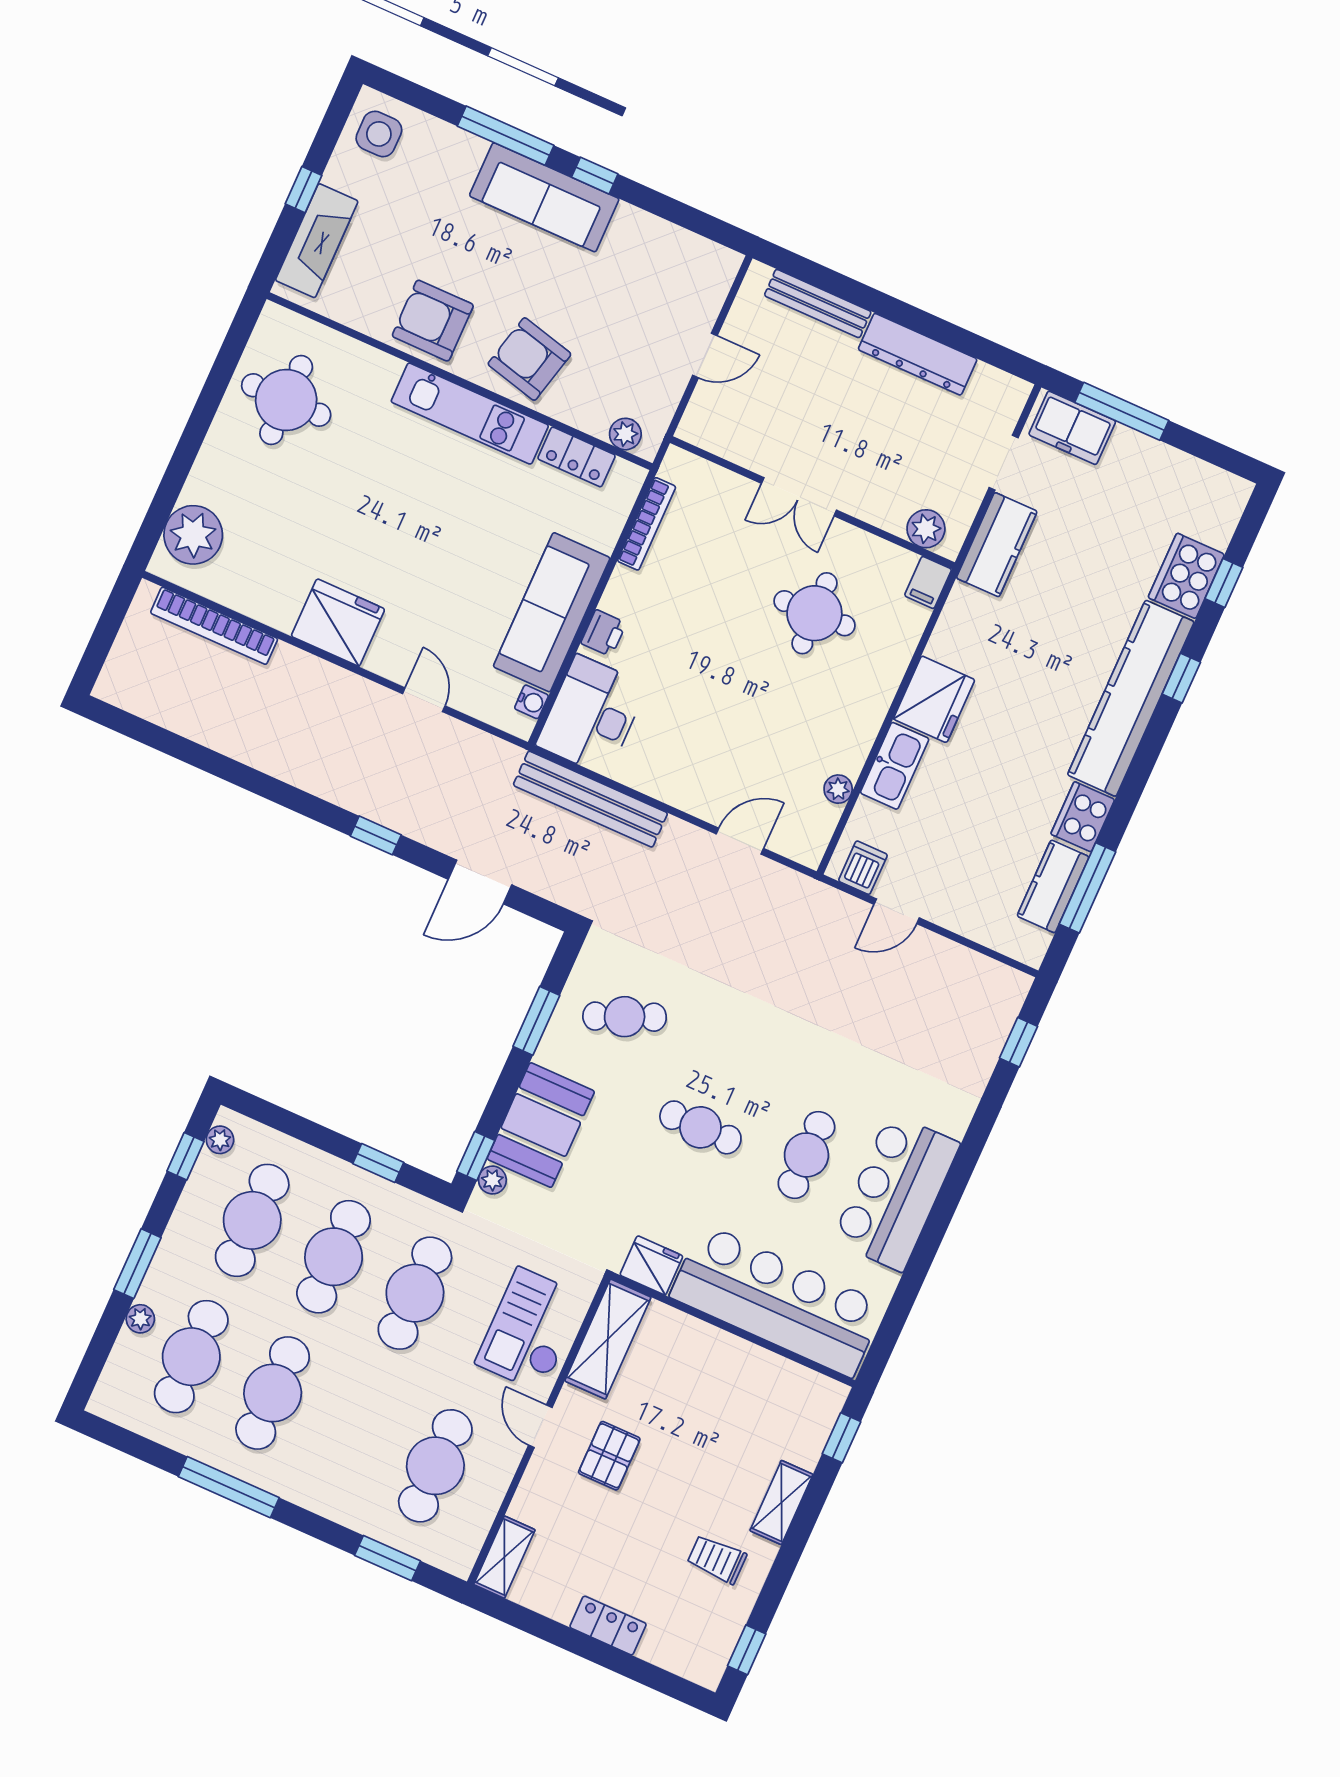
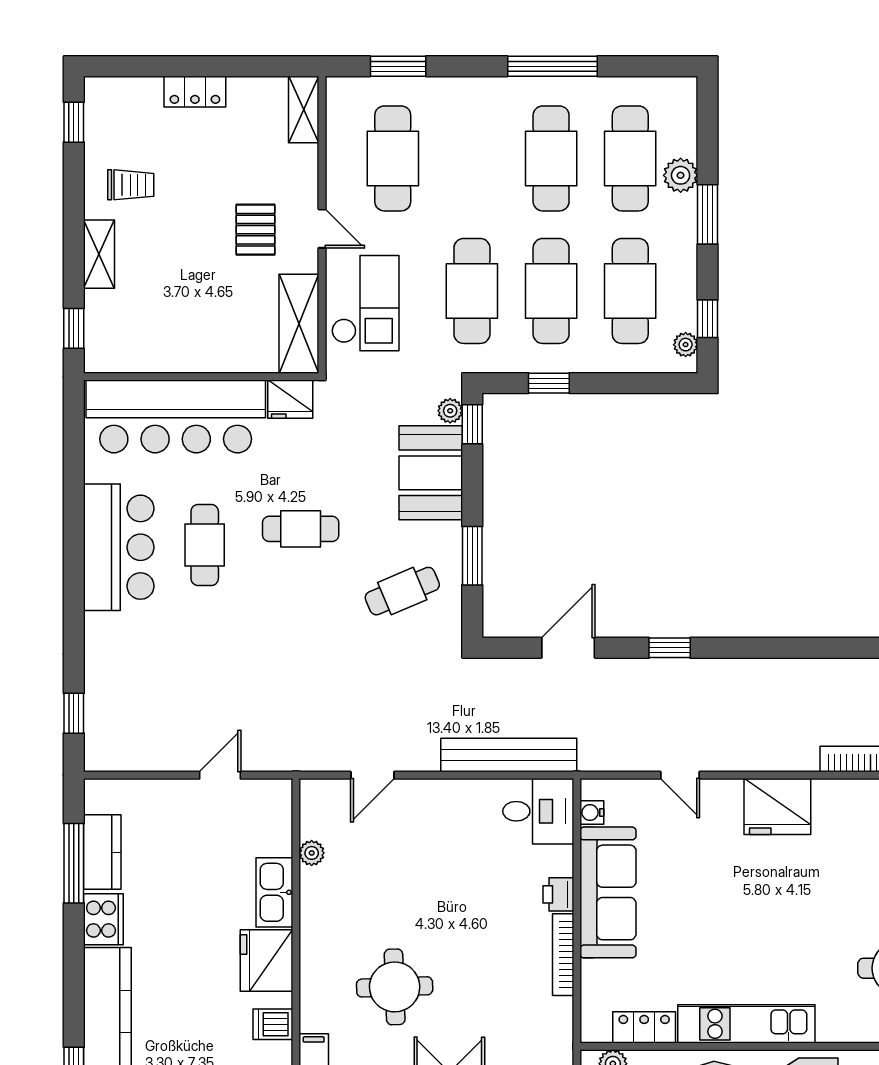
bookcase: (647, 524) -> (563, 955), moved
desk: (592, 715) -> (538, 811), width x0.73
dishwasher: (863, 868) -> (273, 1024), moved, turned 90
plant: (140, 1319) -> (681, 175), width x1.38, depth x1.38

